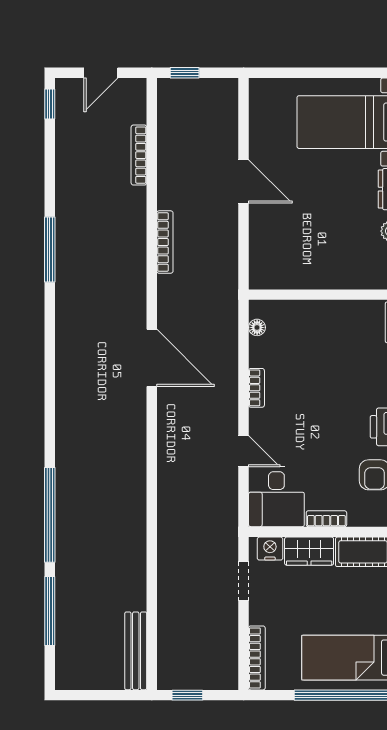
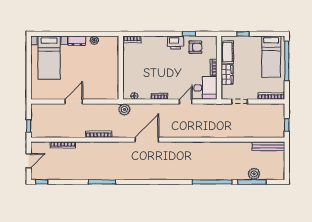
door: (101, 73) -> (29, 161), hinge flipped
plant: (224, 304) -> (124, 109), added
nightstand: (270, 549) -> (226, 91), removed
plant: (69, 616) -> (254, 174), added

